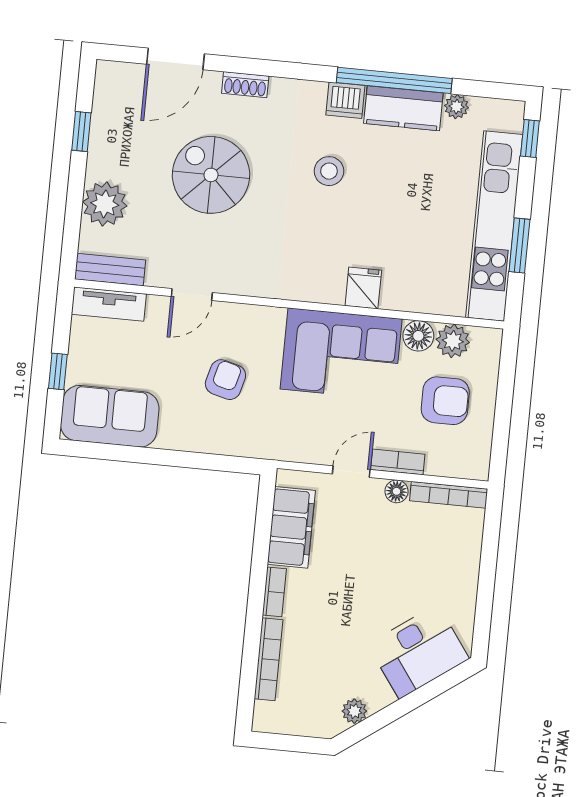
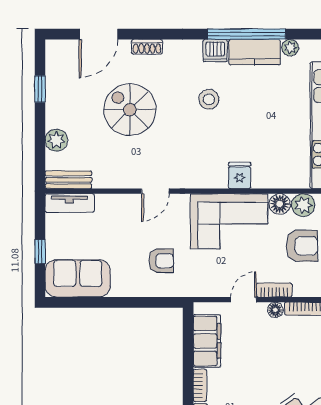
plant: (105, 204) -> (56, 140), width x0.73, depth x0.73
door: (192, 295) -> (155, 191), moved
armchair: (225, 380) -> (161, 261), moved, turned 75

